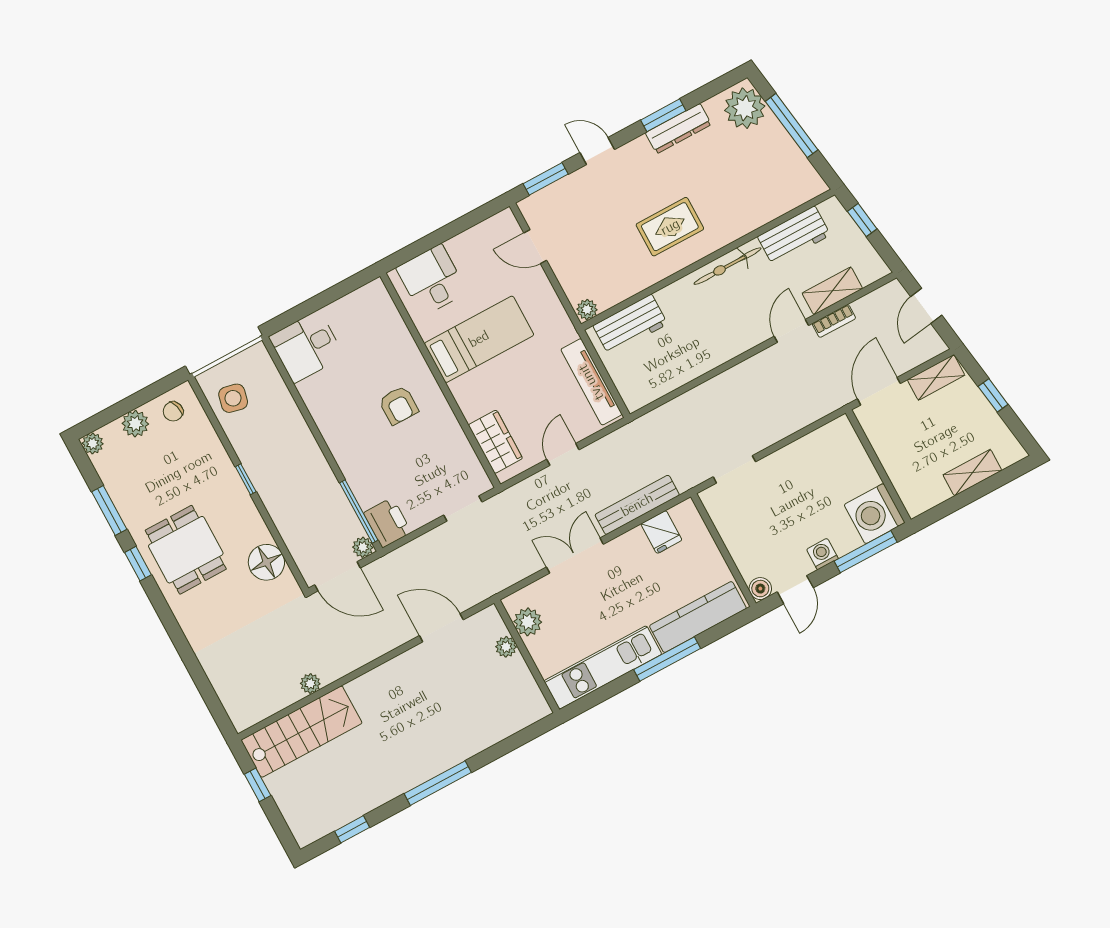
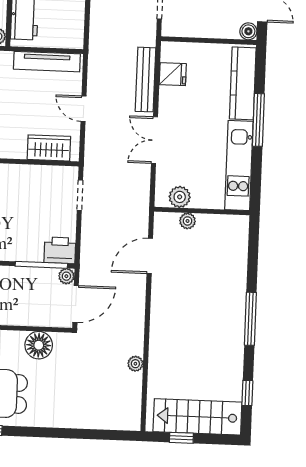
stairs: (302, 732) -> (197, 417), moved, turned -90

